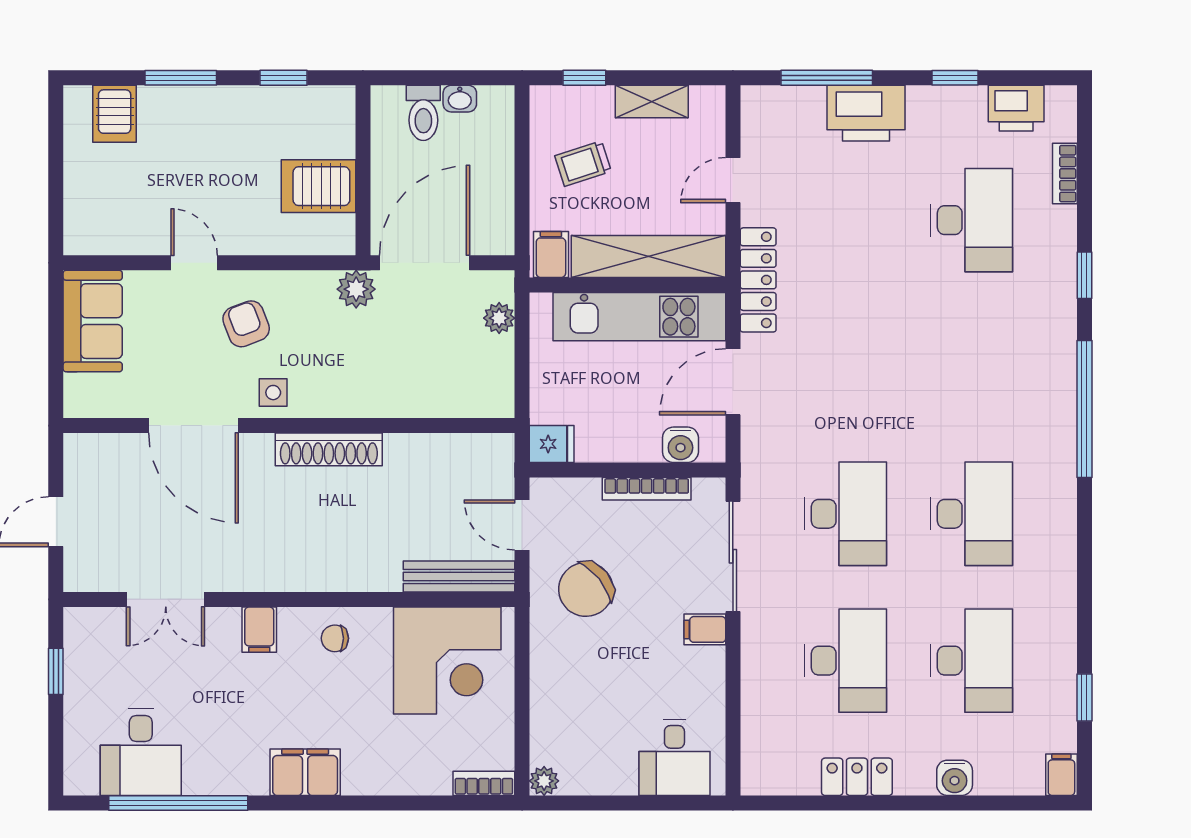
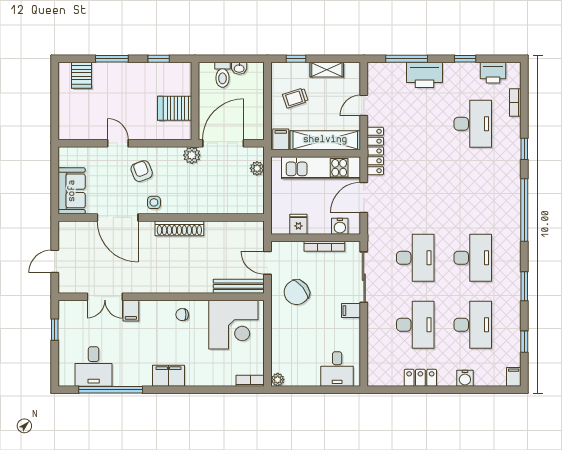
sofa: (93, 321) -> (72, 191), moved
fridge: (552, 444) -> (298, 224), moved, turned -90
window: (1084, 576) -> (524, 286), added
filing cabinet: (259, 630) -> (131, 311), moved

